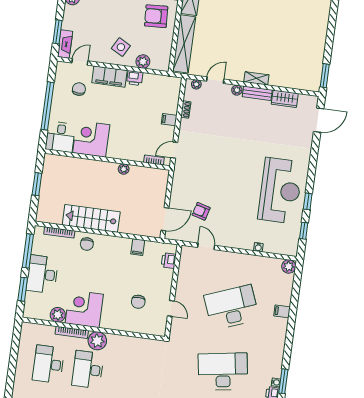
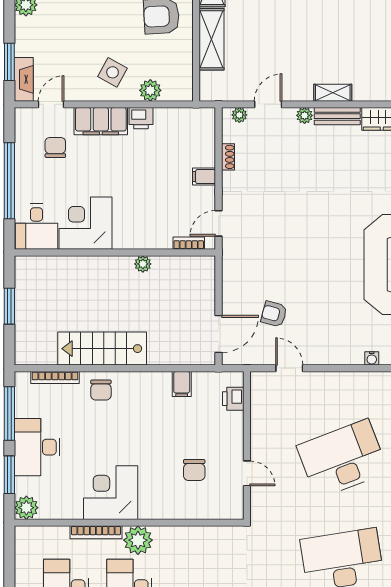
shelving: (184, 44) -> (212, 39), width x0.68
plant: (58, 315) -> (26, 508), moved

